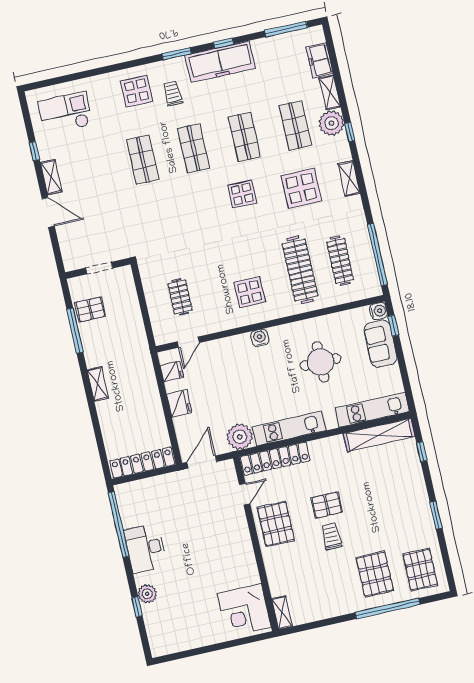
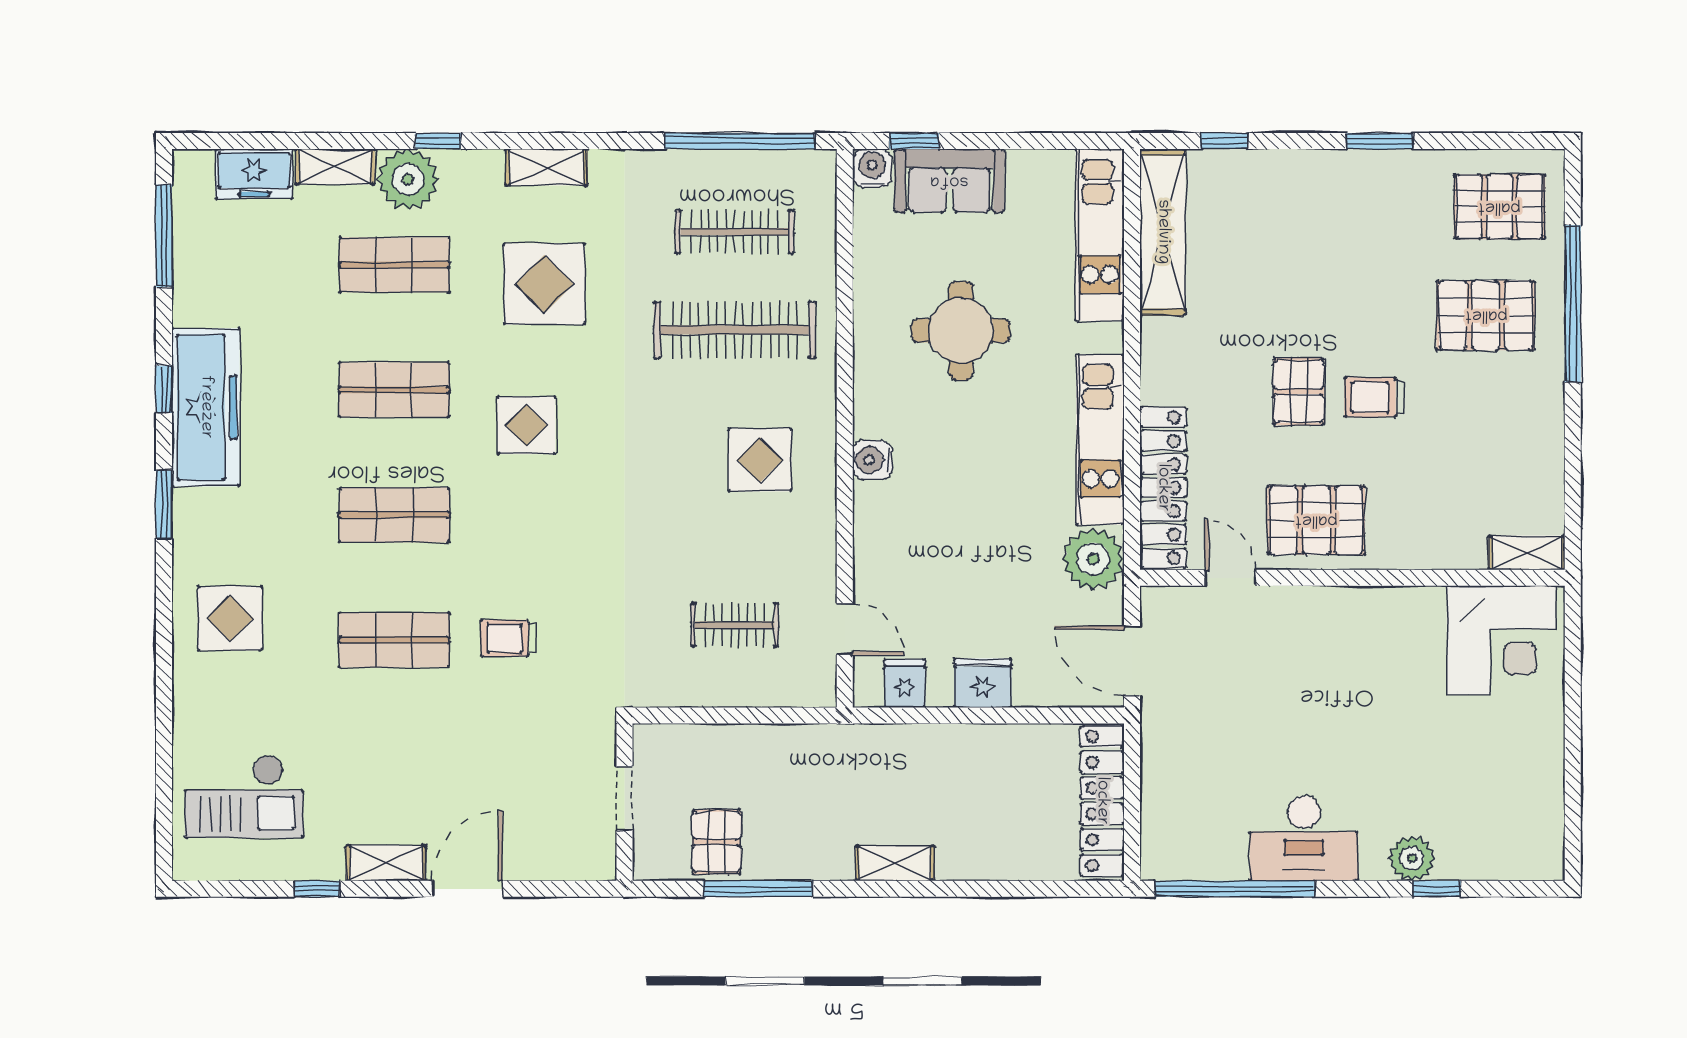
trolley: (173, 93) -> (508, 638), moved
checkout: (65, 113) -> (244, 796), turned -90

